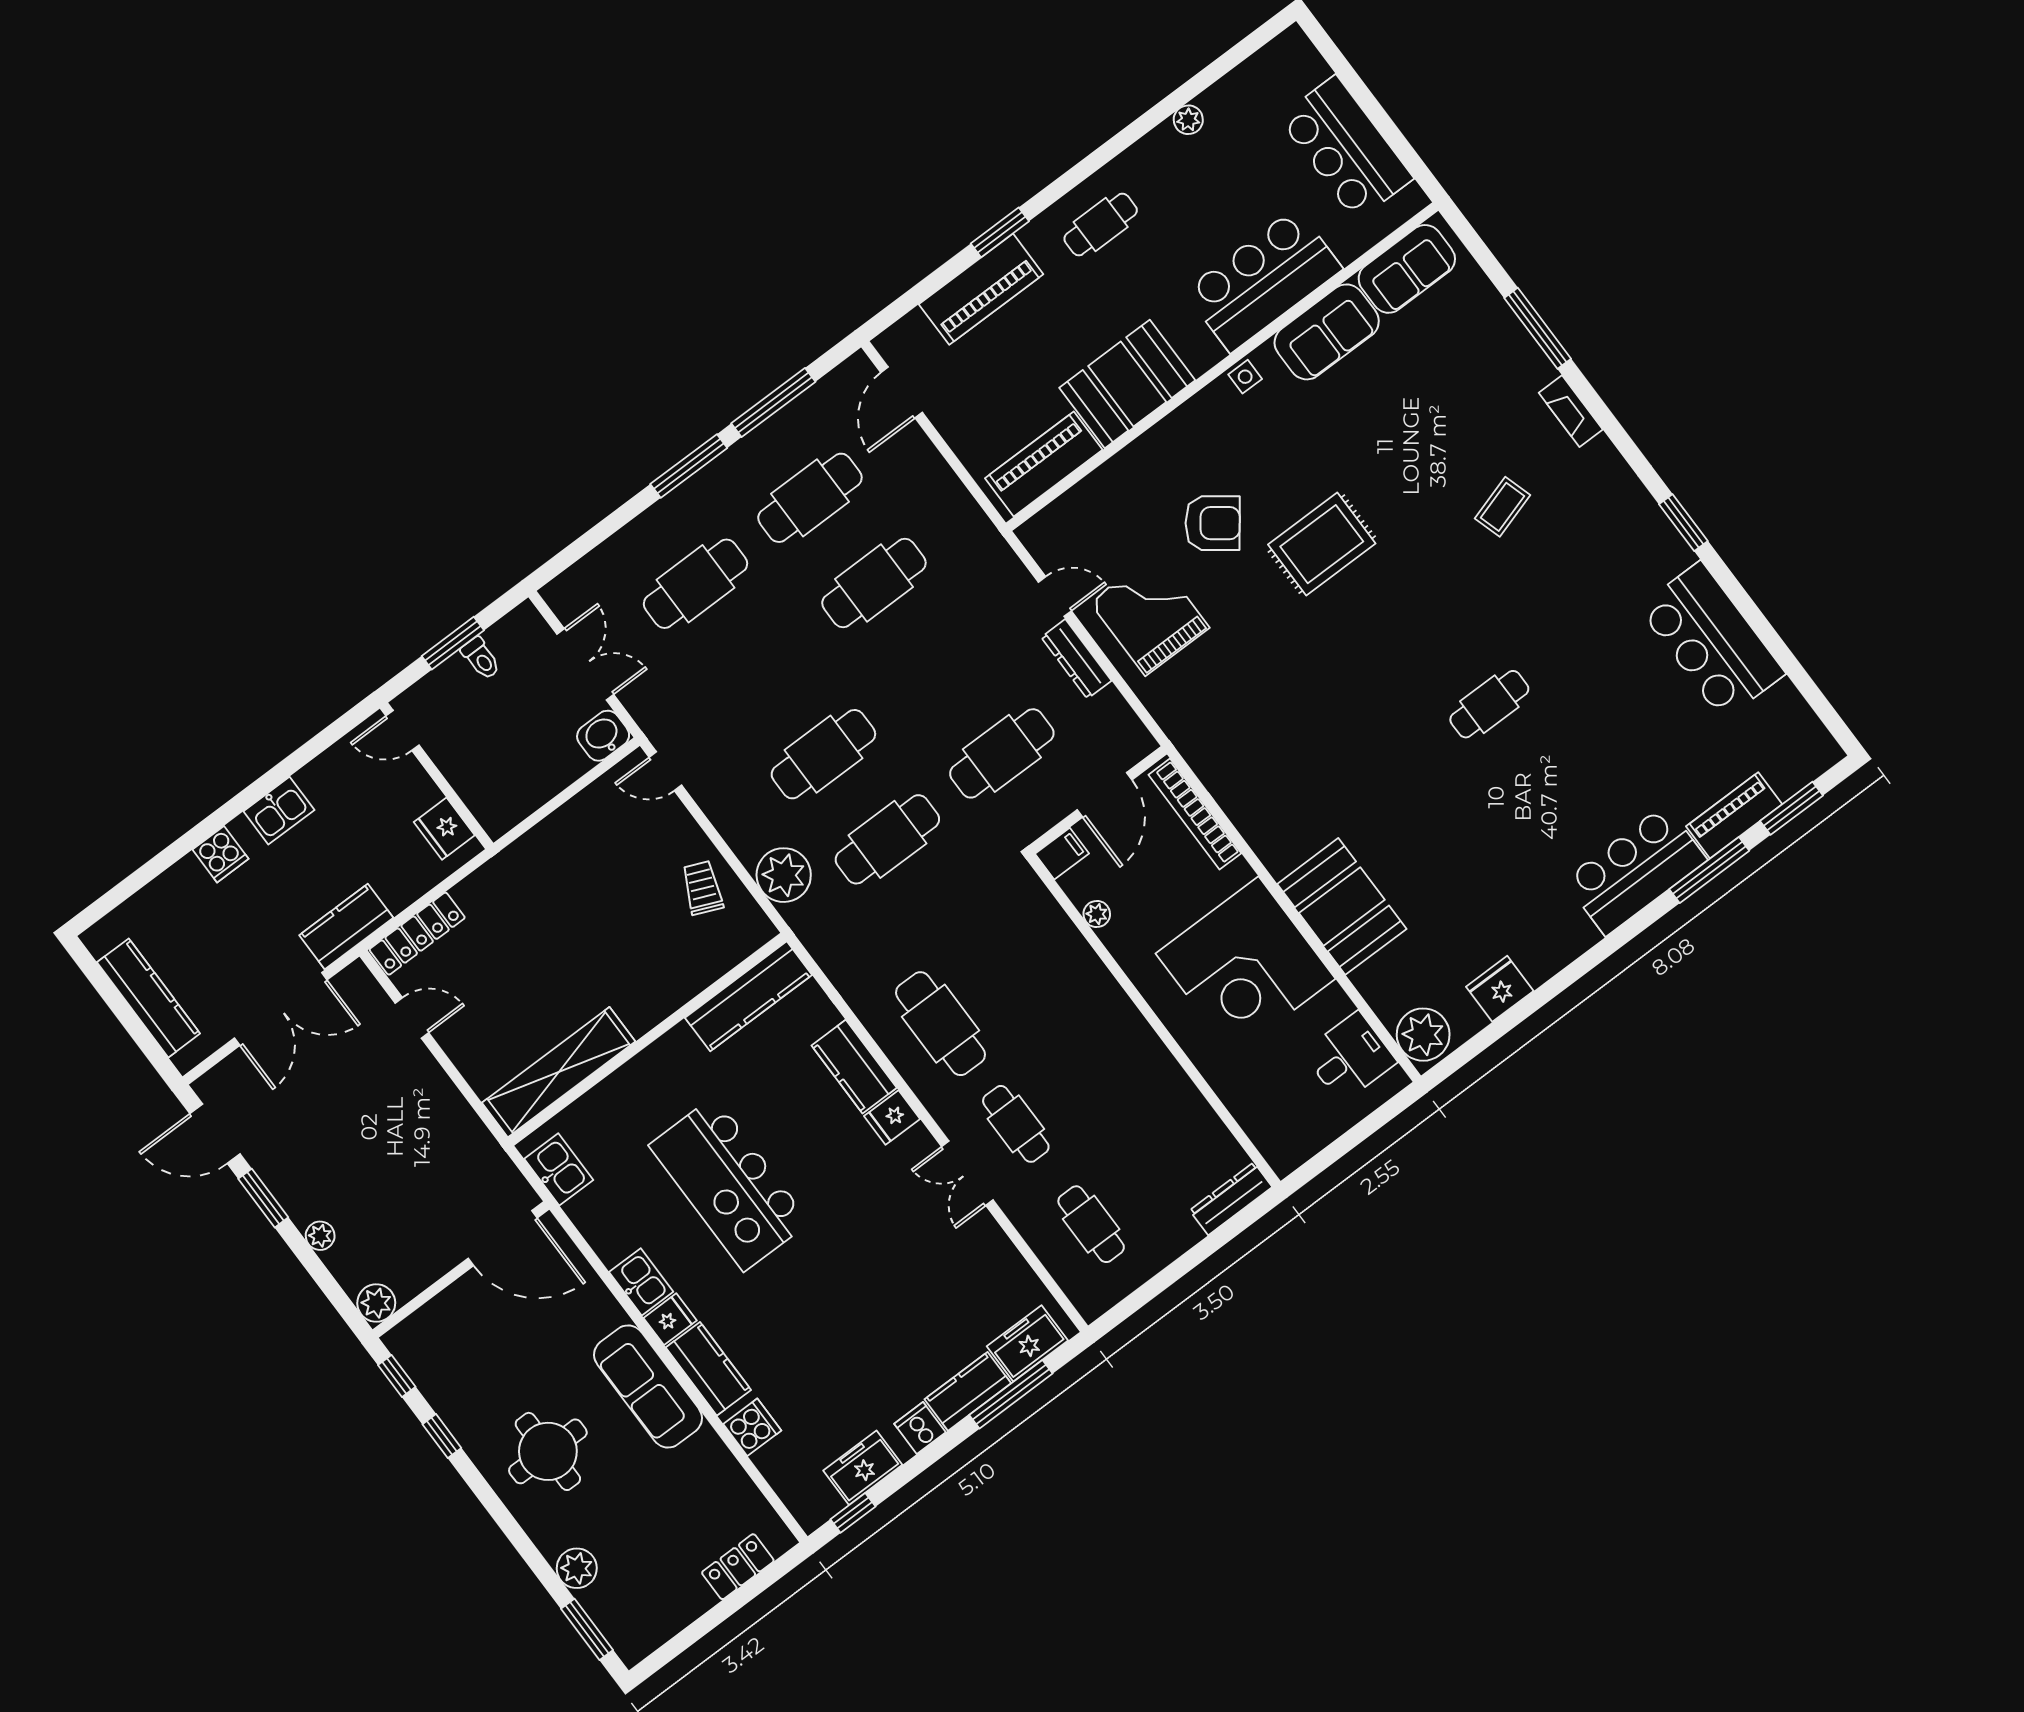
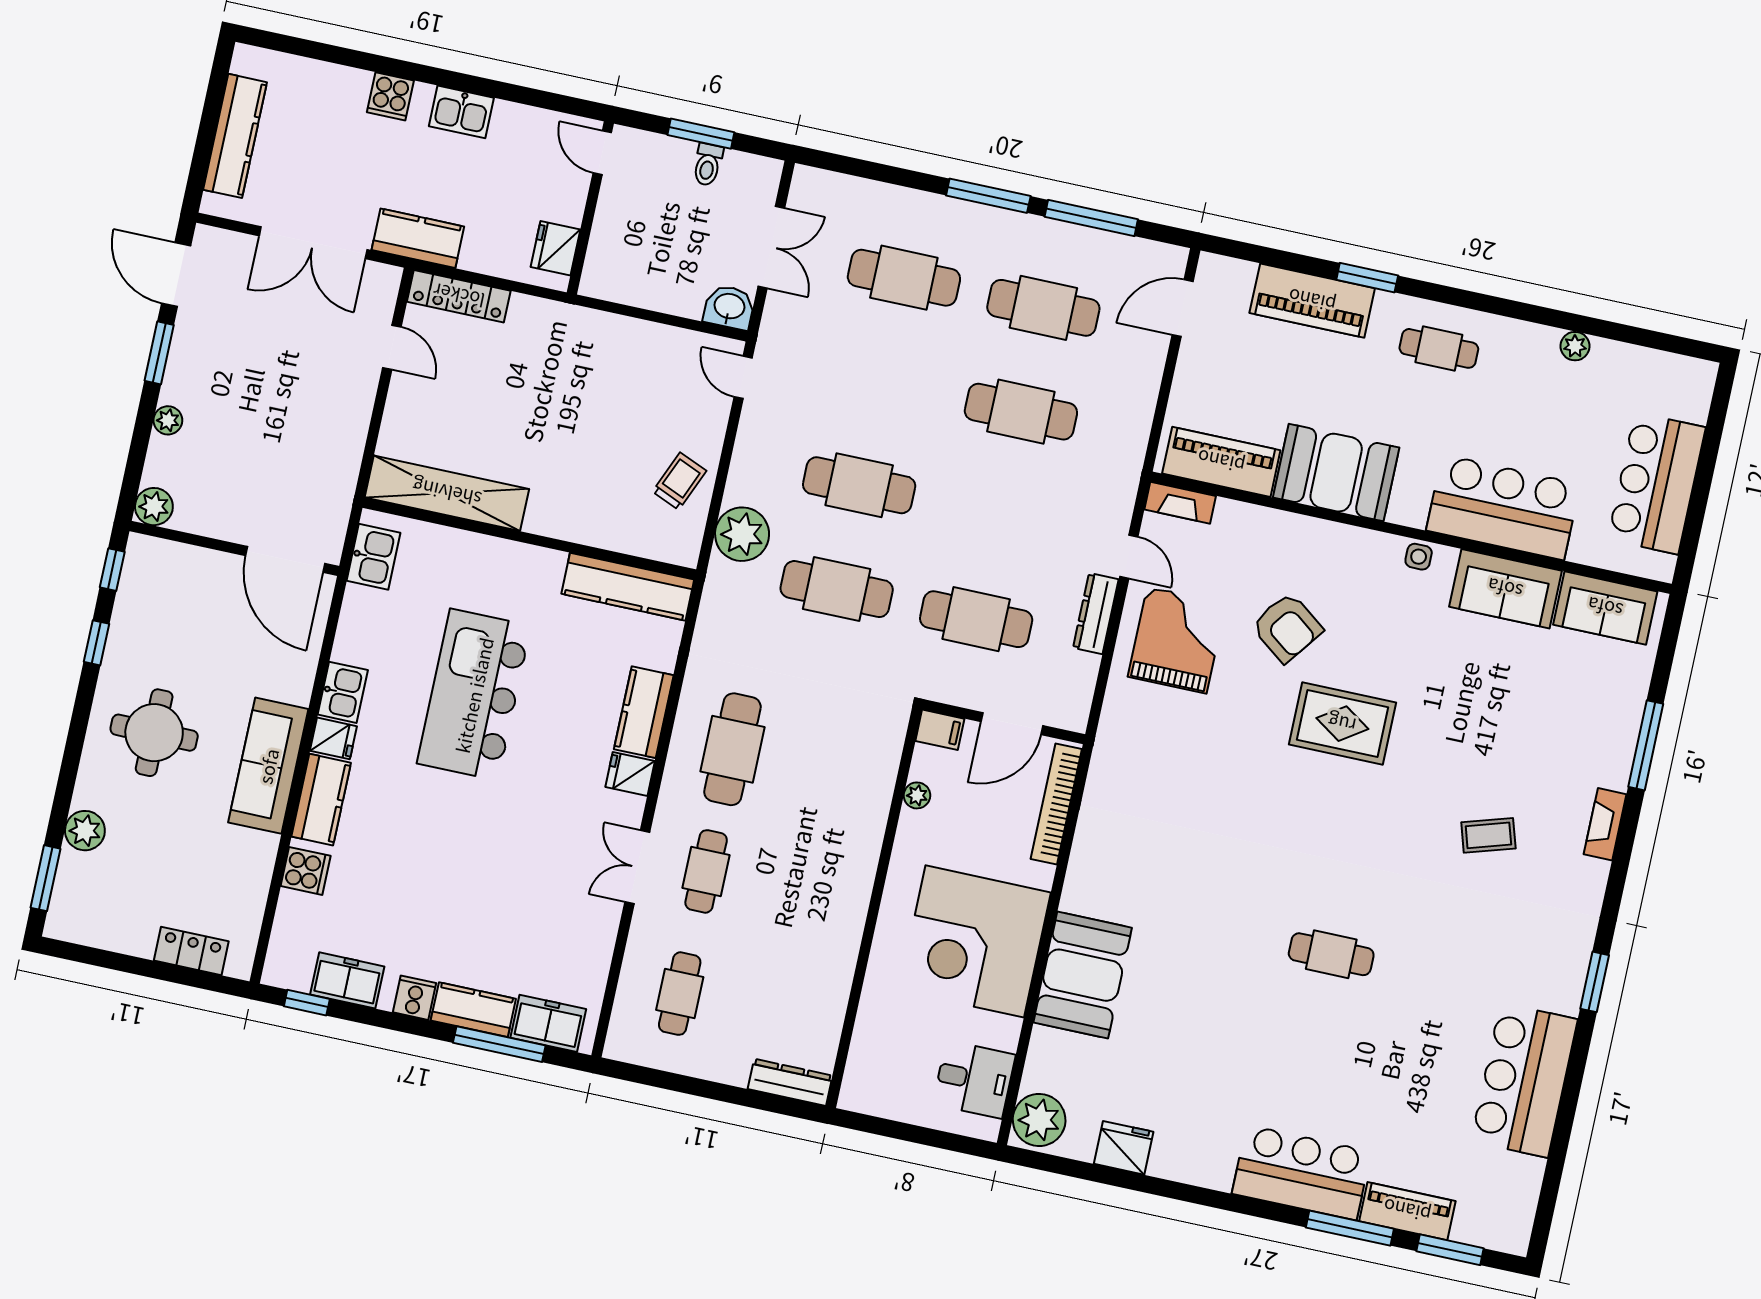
fireplace: (1048, 522) -> (1180, 503), added

